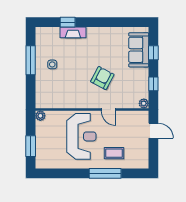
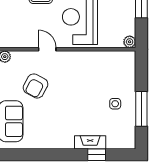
armchair: (102, 78) -> (36, 86), moved

